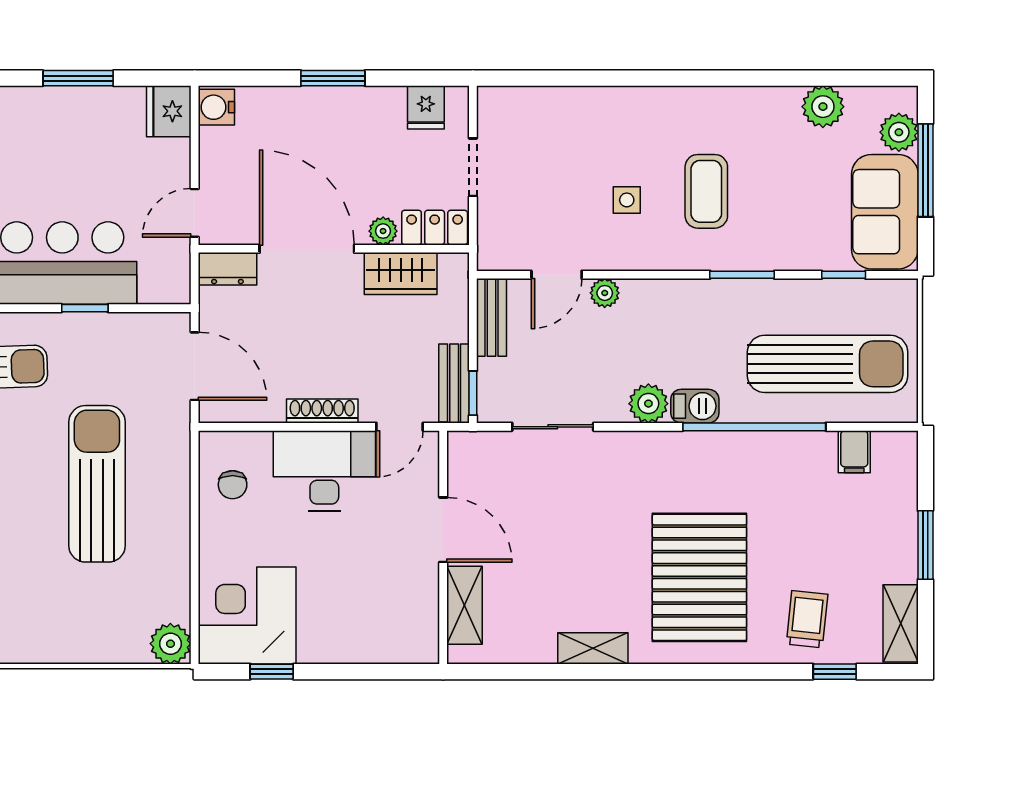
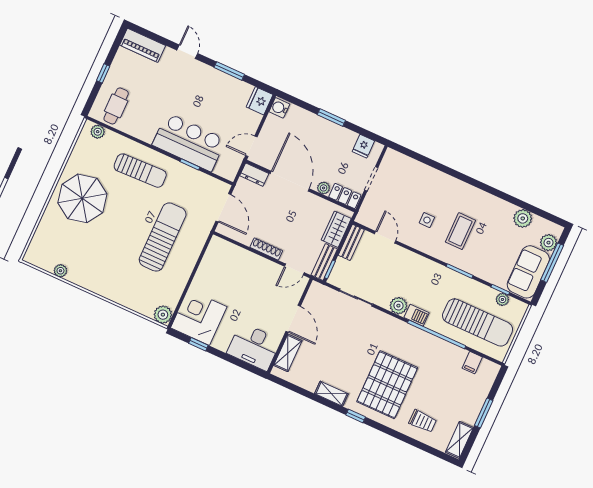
wardrobe: (401, 274) -> (336, 229), moved, turned 90
door: (557, 275) -> (385, 237), swing flipped
plant: (605, 293) -> (502, 299), moved
desk: (324, 471) -> (254, 347), moved, turned 180
chair: (233, 485) -> (217, 262), removed
trolley: (807, 619) -> (423, 421), turned 84
window: (835, 672) -> (356, 416), moved

